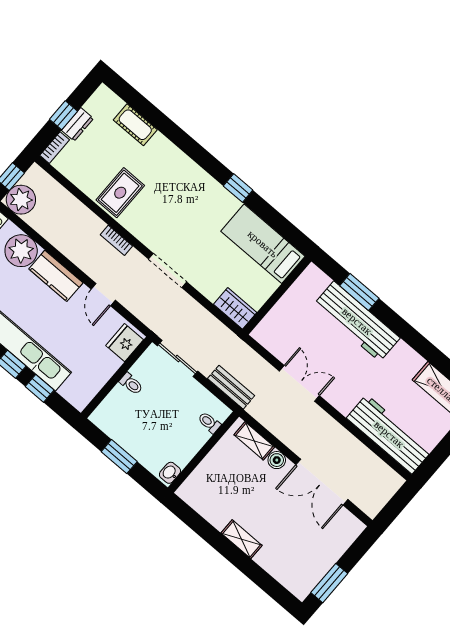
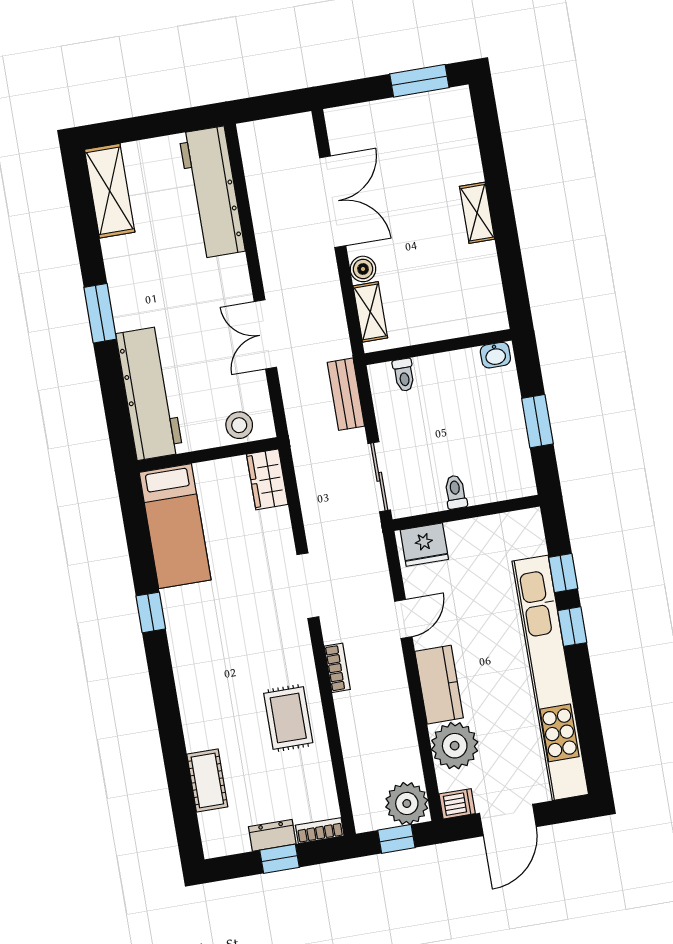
rug: (120, 193) -> (288, 718), turned 90
window: (359, 292) -> (100, 313), moved
workbench: (357, 321) -> (149, 393), moved
stool: (273, 324) -> (239, 425), added

